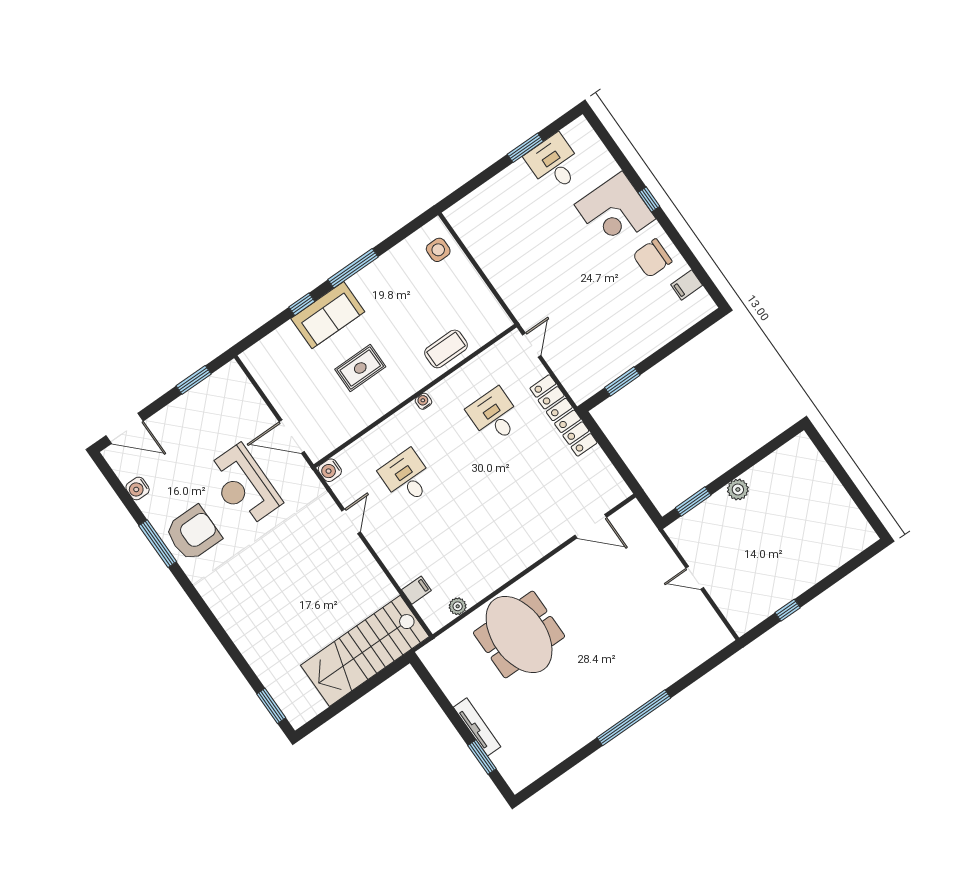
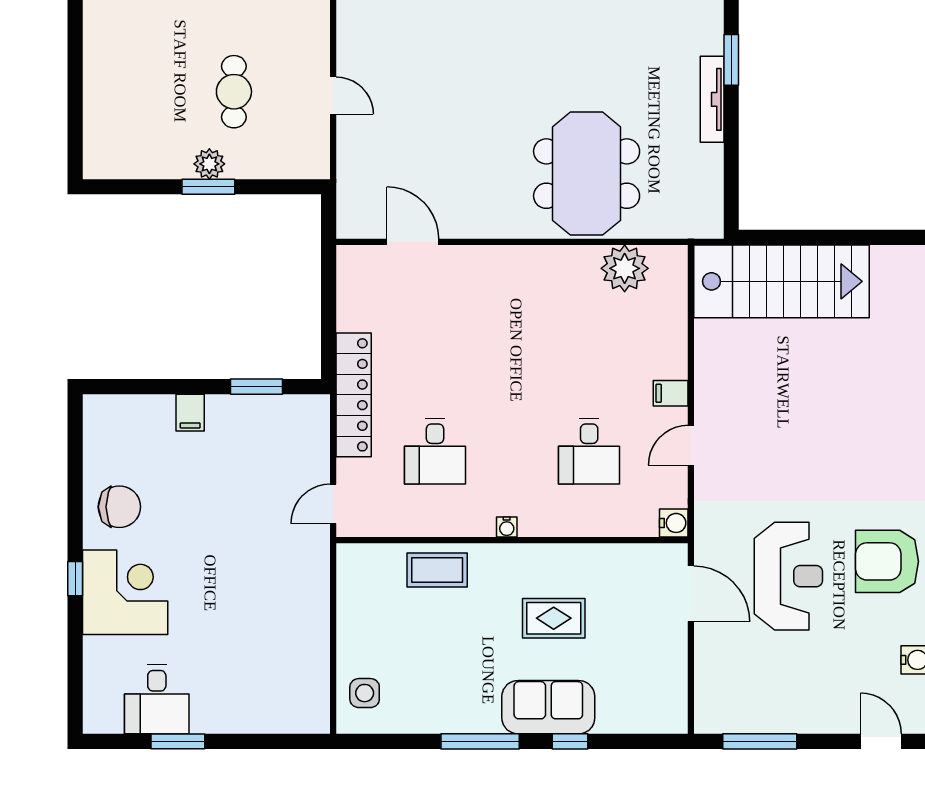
filing cabinet: (687, 285) -> (190, 413), moved, turned 90
window: (194, 380) -> (760, 741), width x1.44
door: (125, 428) -> (881, 741), width x0.73
window: (693, 501) -> (208, 187), moved
cafe table: (753, 540) -> (234, 92), added
filing cabinet: (416, 590) -> (671, 393), moved
plant: (458, 606) -> (625, 268), width x1.87, depth x1.87

